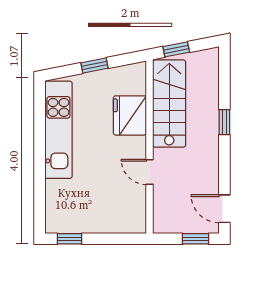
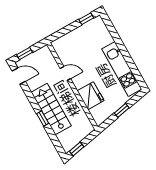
window: (176, 49) -> (77, 149), moved
stairs: (169, 104) -> (51, 109), moved, turned 180

